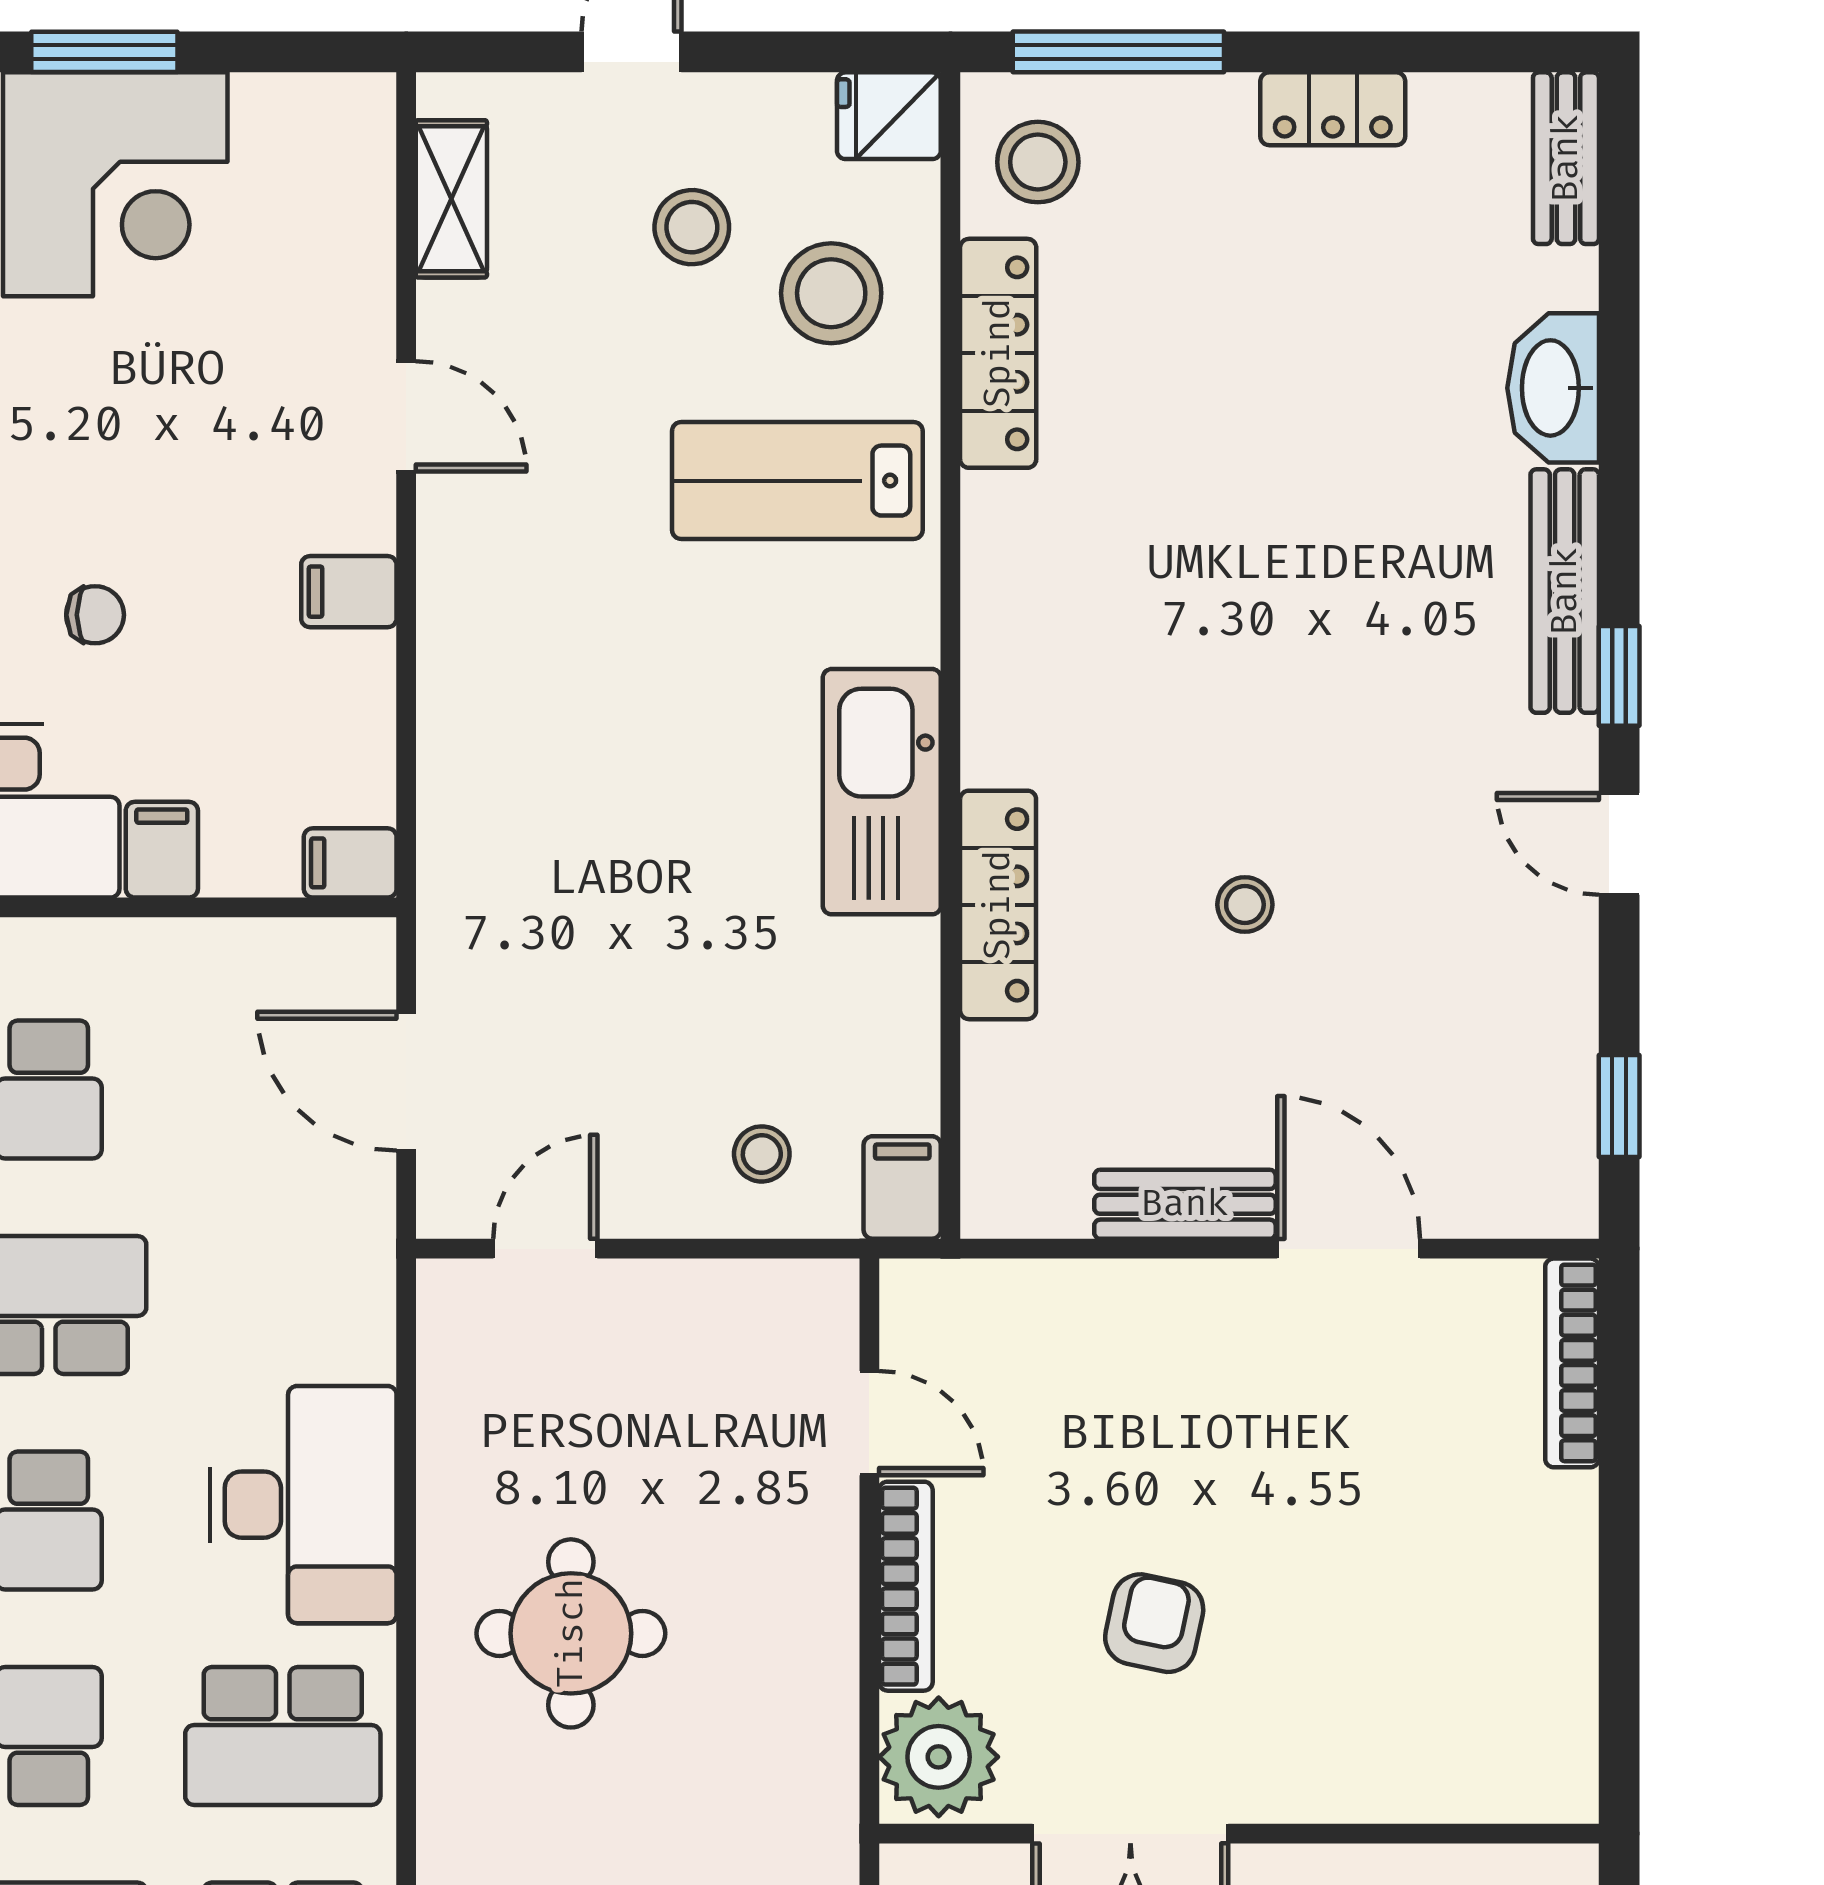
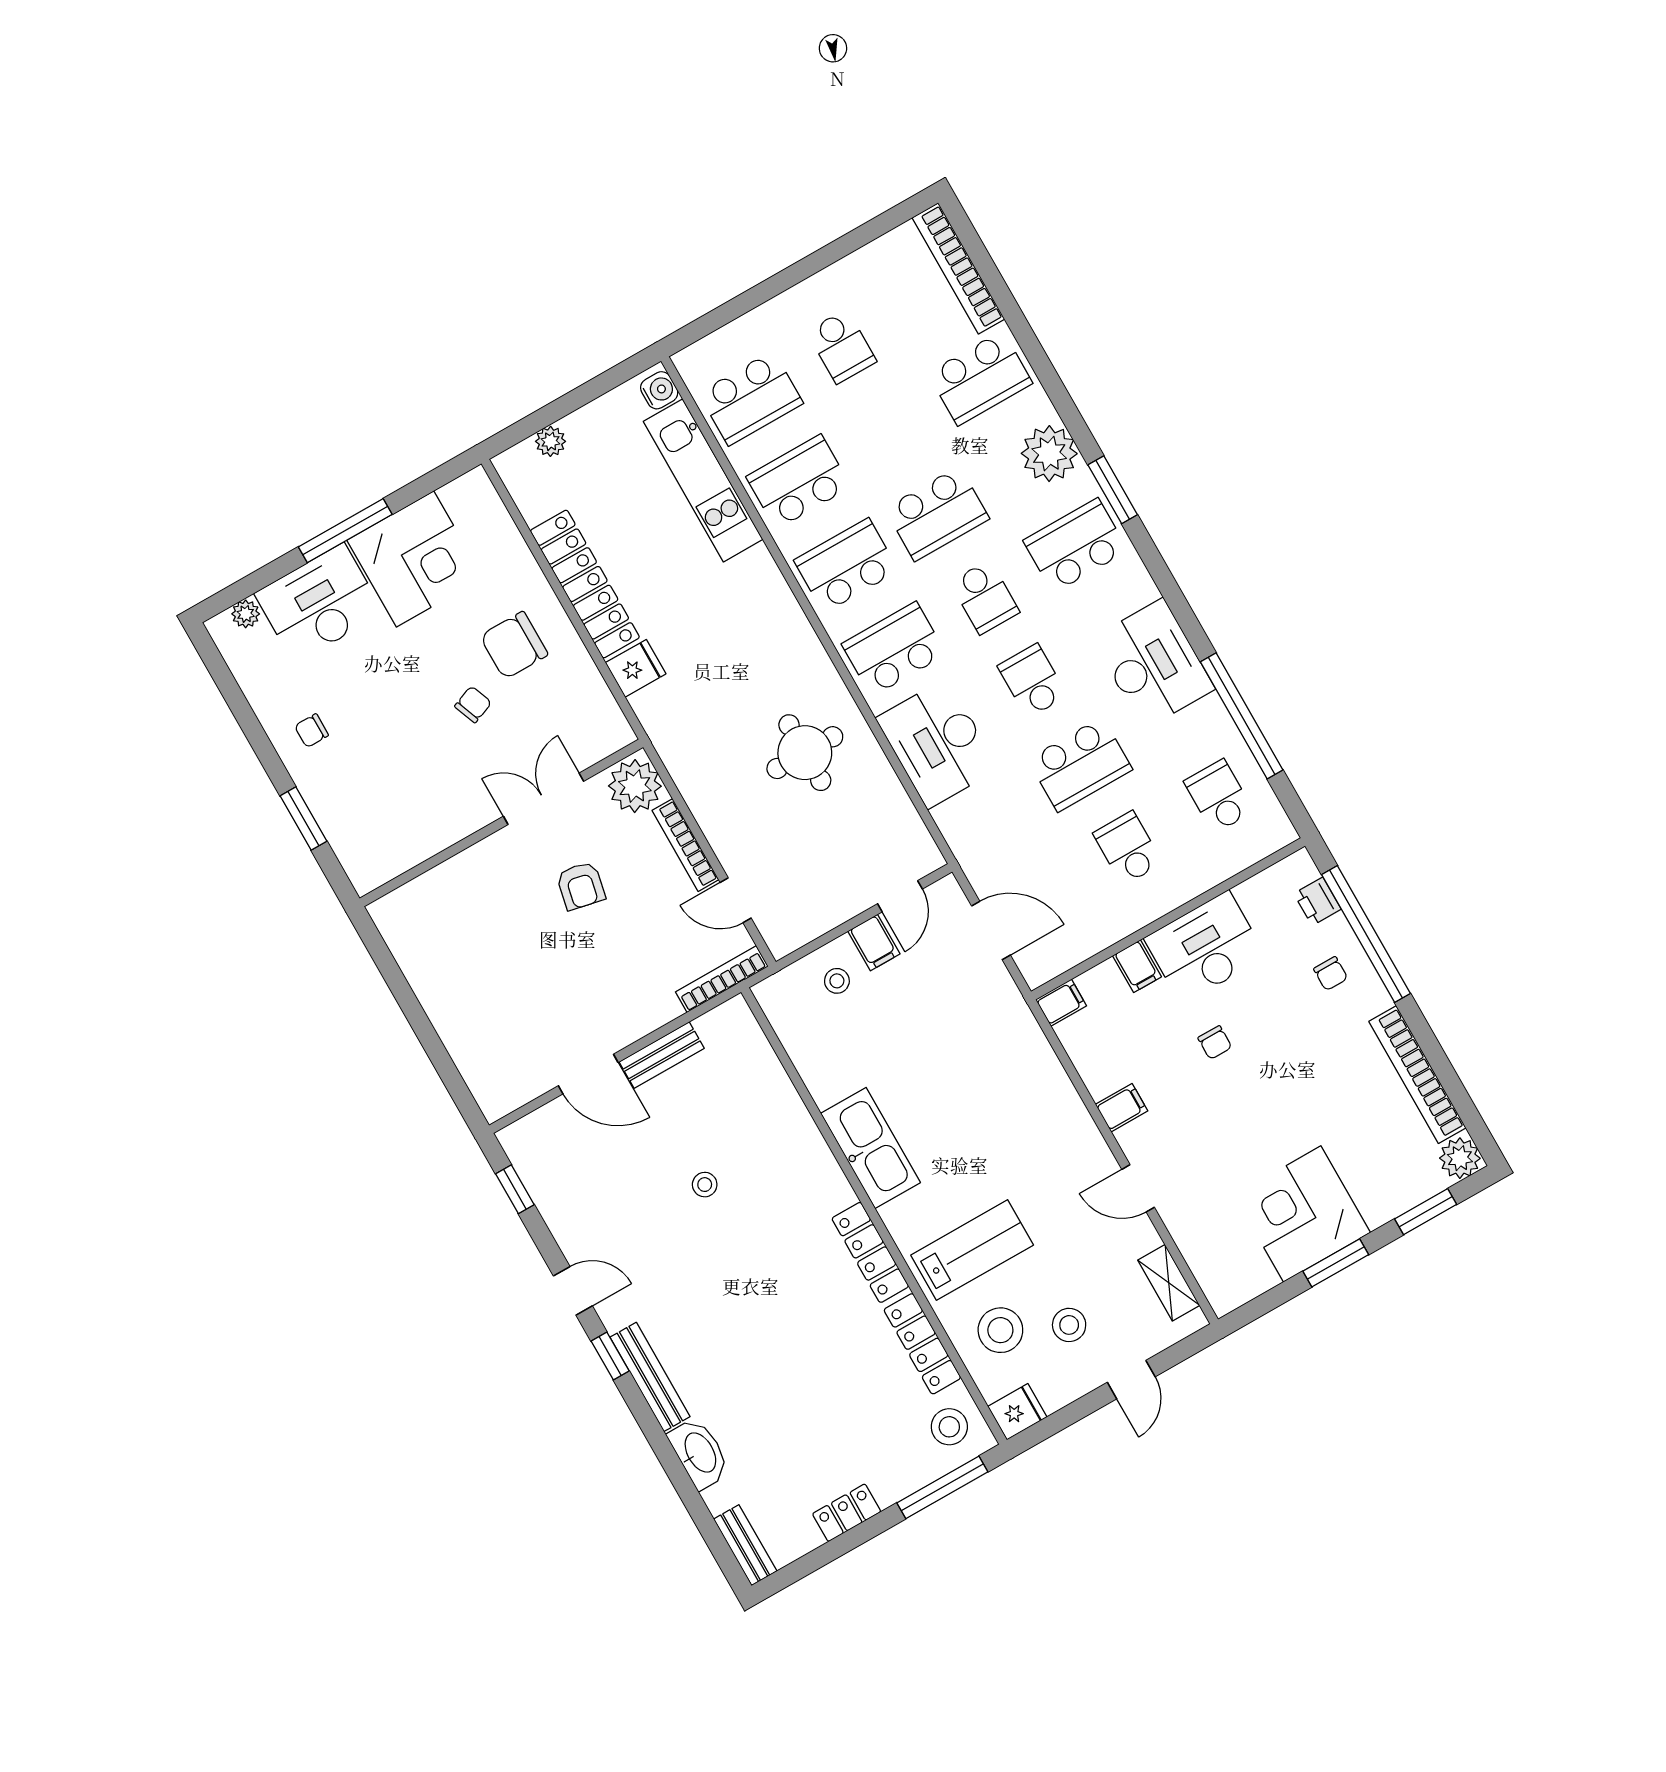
chair: (95, 615) -> (1215, 1043), turned -90
locker: (998, 905) -> (870, 1252), moved
filing cabinet: (902, 1187) -> (874, 943), moved
bookcase: (1572, 1363) -> (722, 979), moved, turned -90

